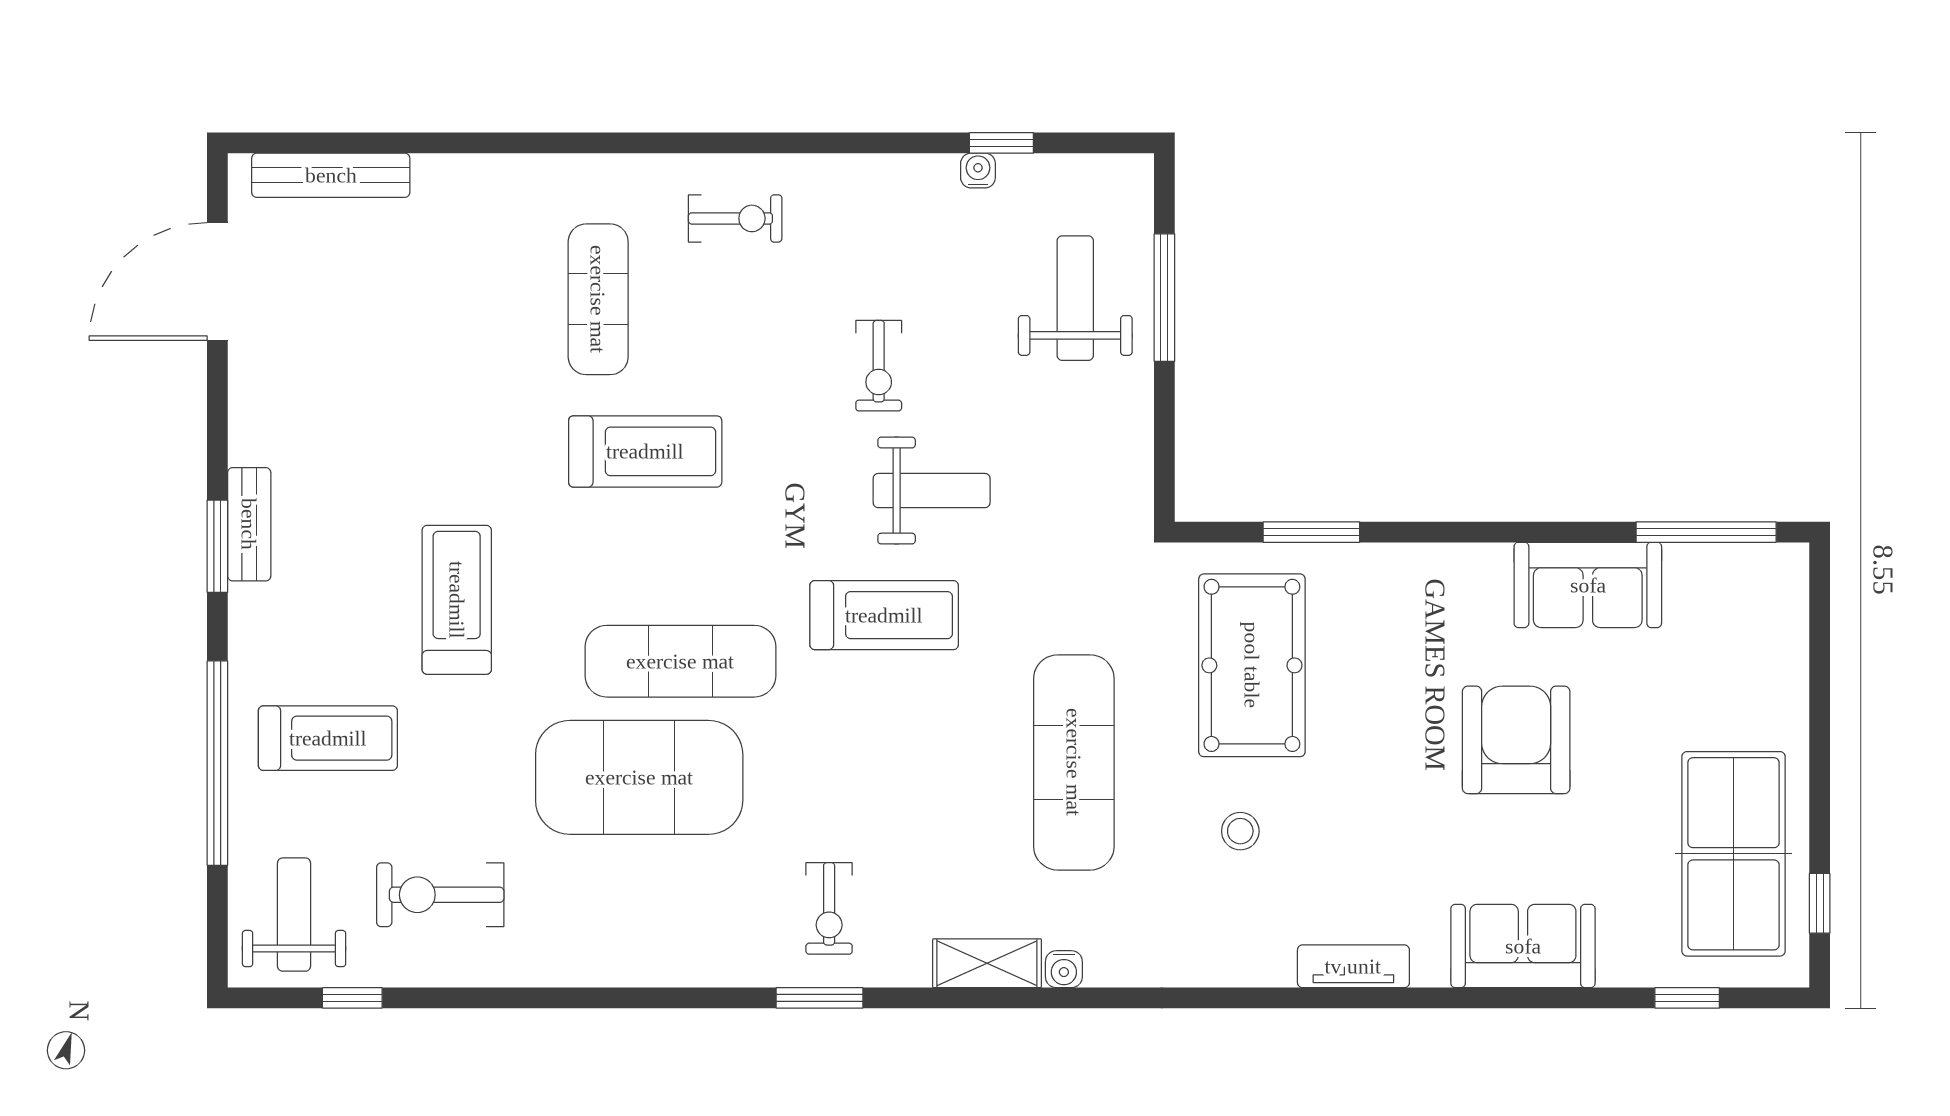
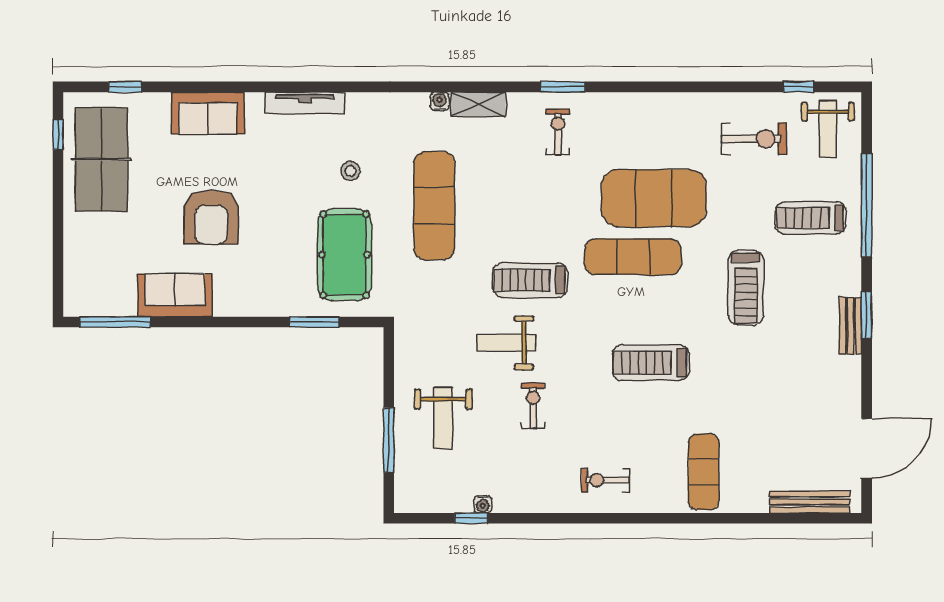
weight bench: (1075, 298) -> (443, 418), moved
exercise mat: (598, 299) -> (704, 472), moved
tv unit: (1353, 966) -> (305, 103), width x1.41

